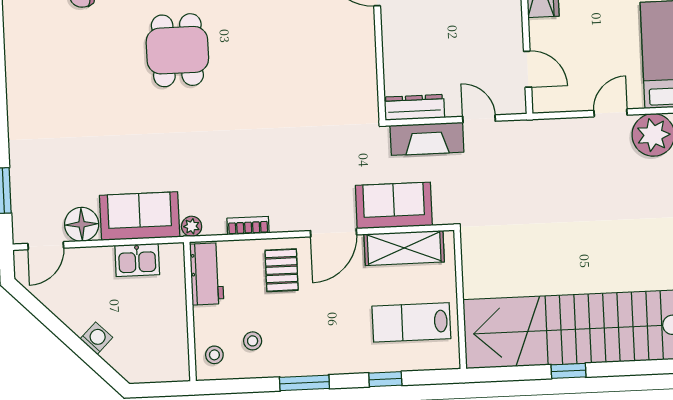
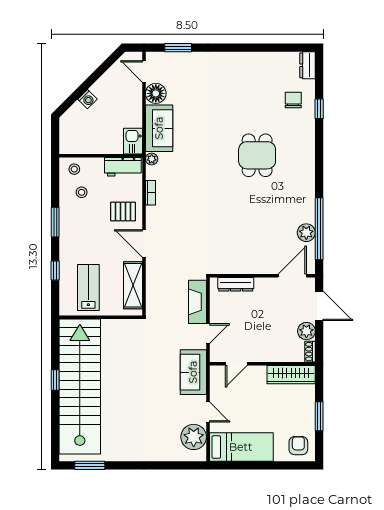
dining table: (177, 50) -> (257, 155), turned 90
dresser: (414, 107) -> (236, 284), moved, turned 90
sofa: (394, 205) -> (193, 372), moved, turned 180
kitchen sink: (137, 260) -> (133, 141), moved

